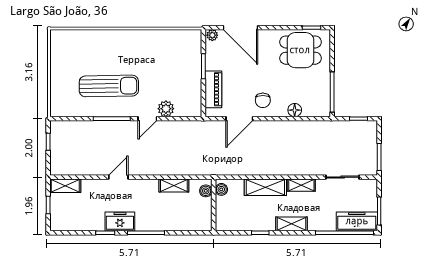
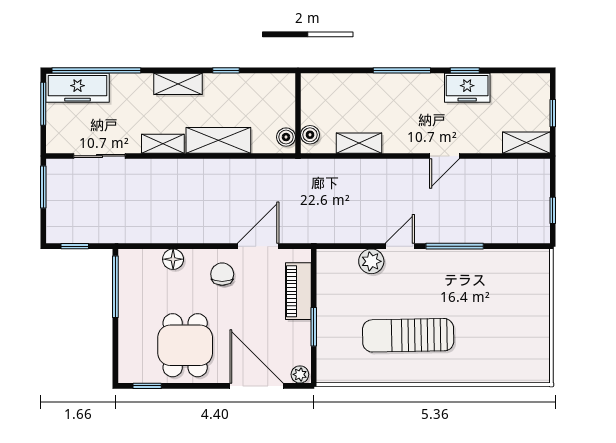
dining table: (300, 50) -> (185, 345), moved, turned 90
sun lounger: (109, 86) -> (408, 335), moved
freezer: (120, 221) -> (467, 88), moved

